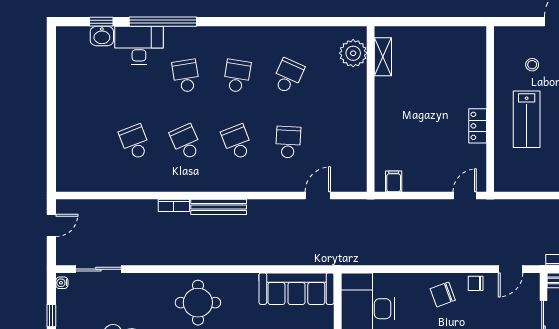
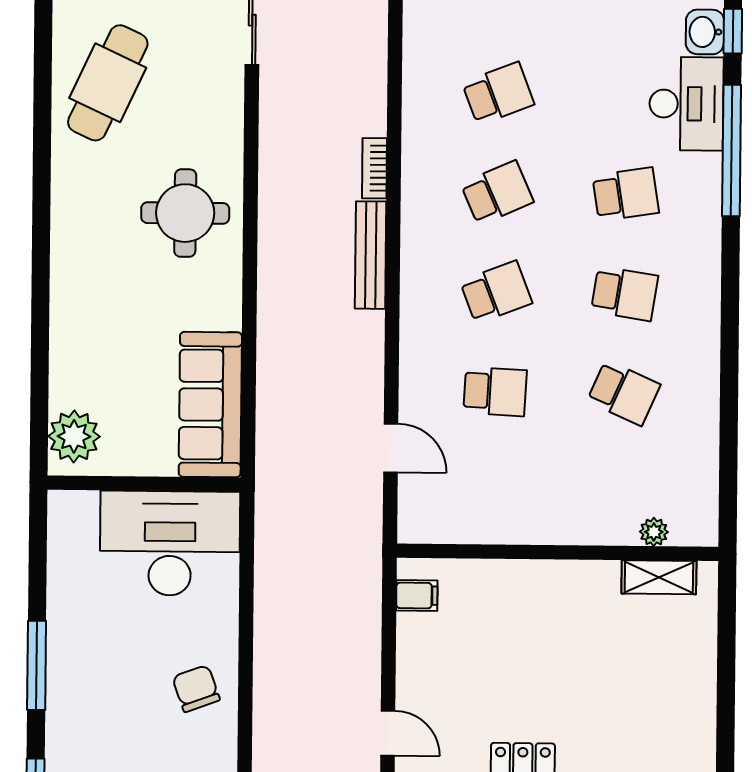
plant: (353, 53) -> (654, 532), width x0.53, depth x0.53
chair: (476, 283) -> (217, 753), removed

